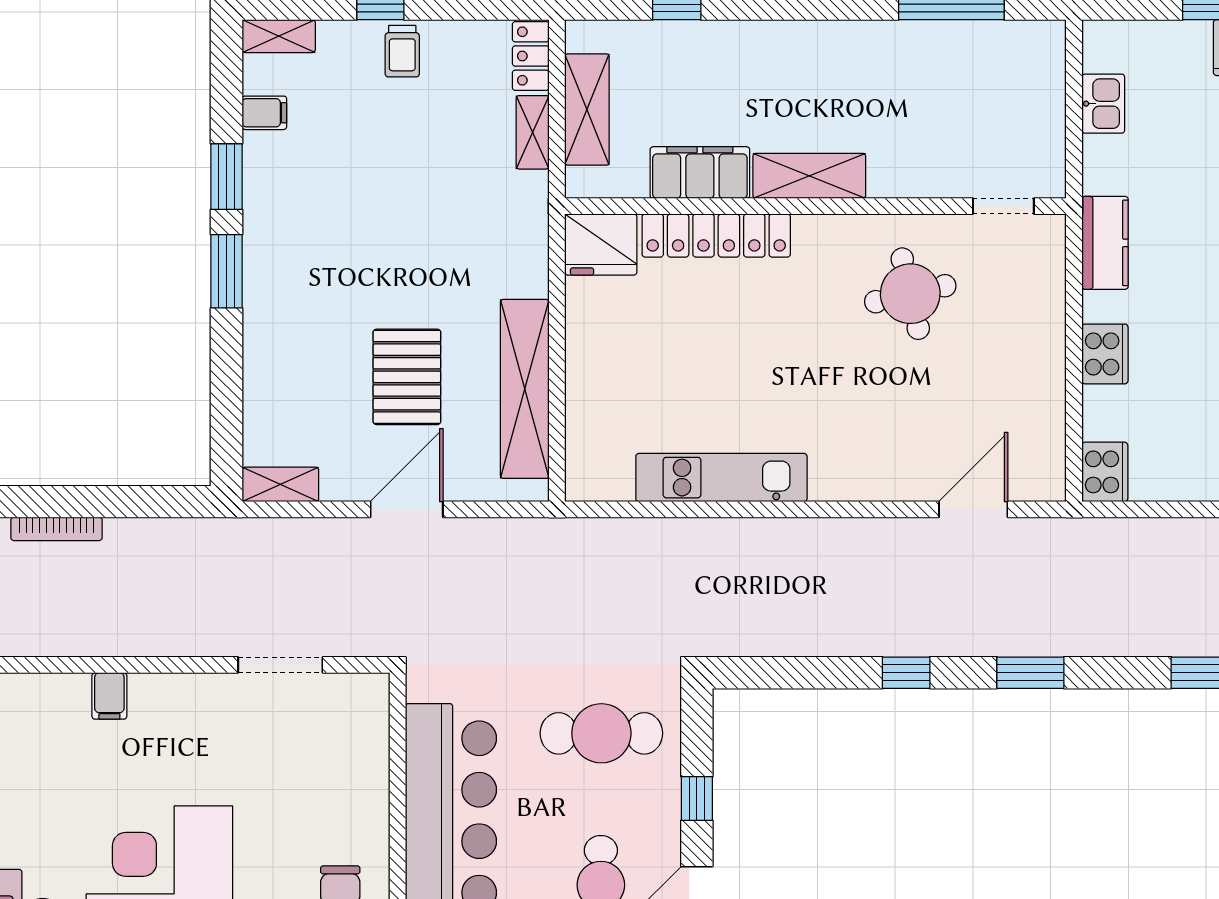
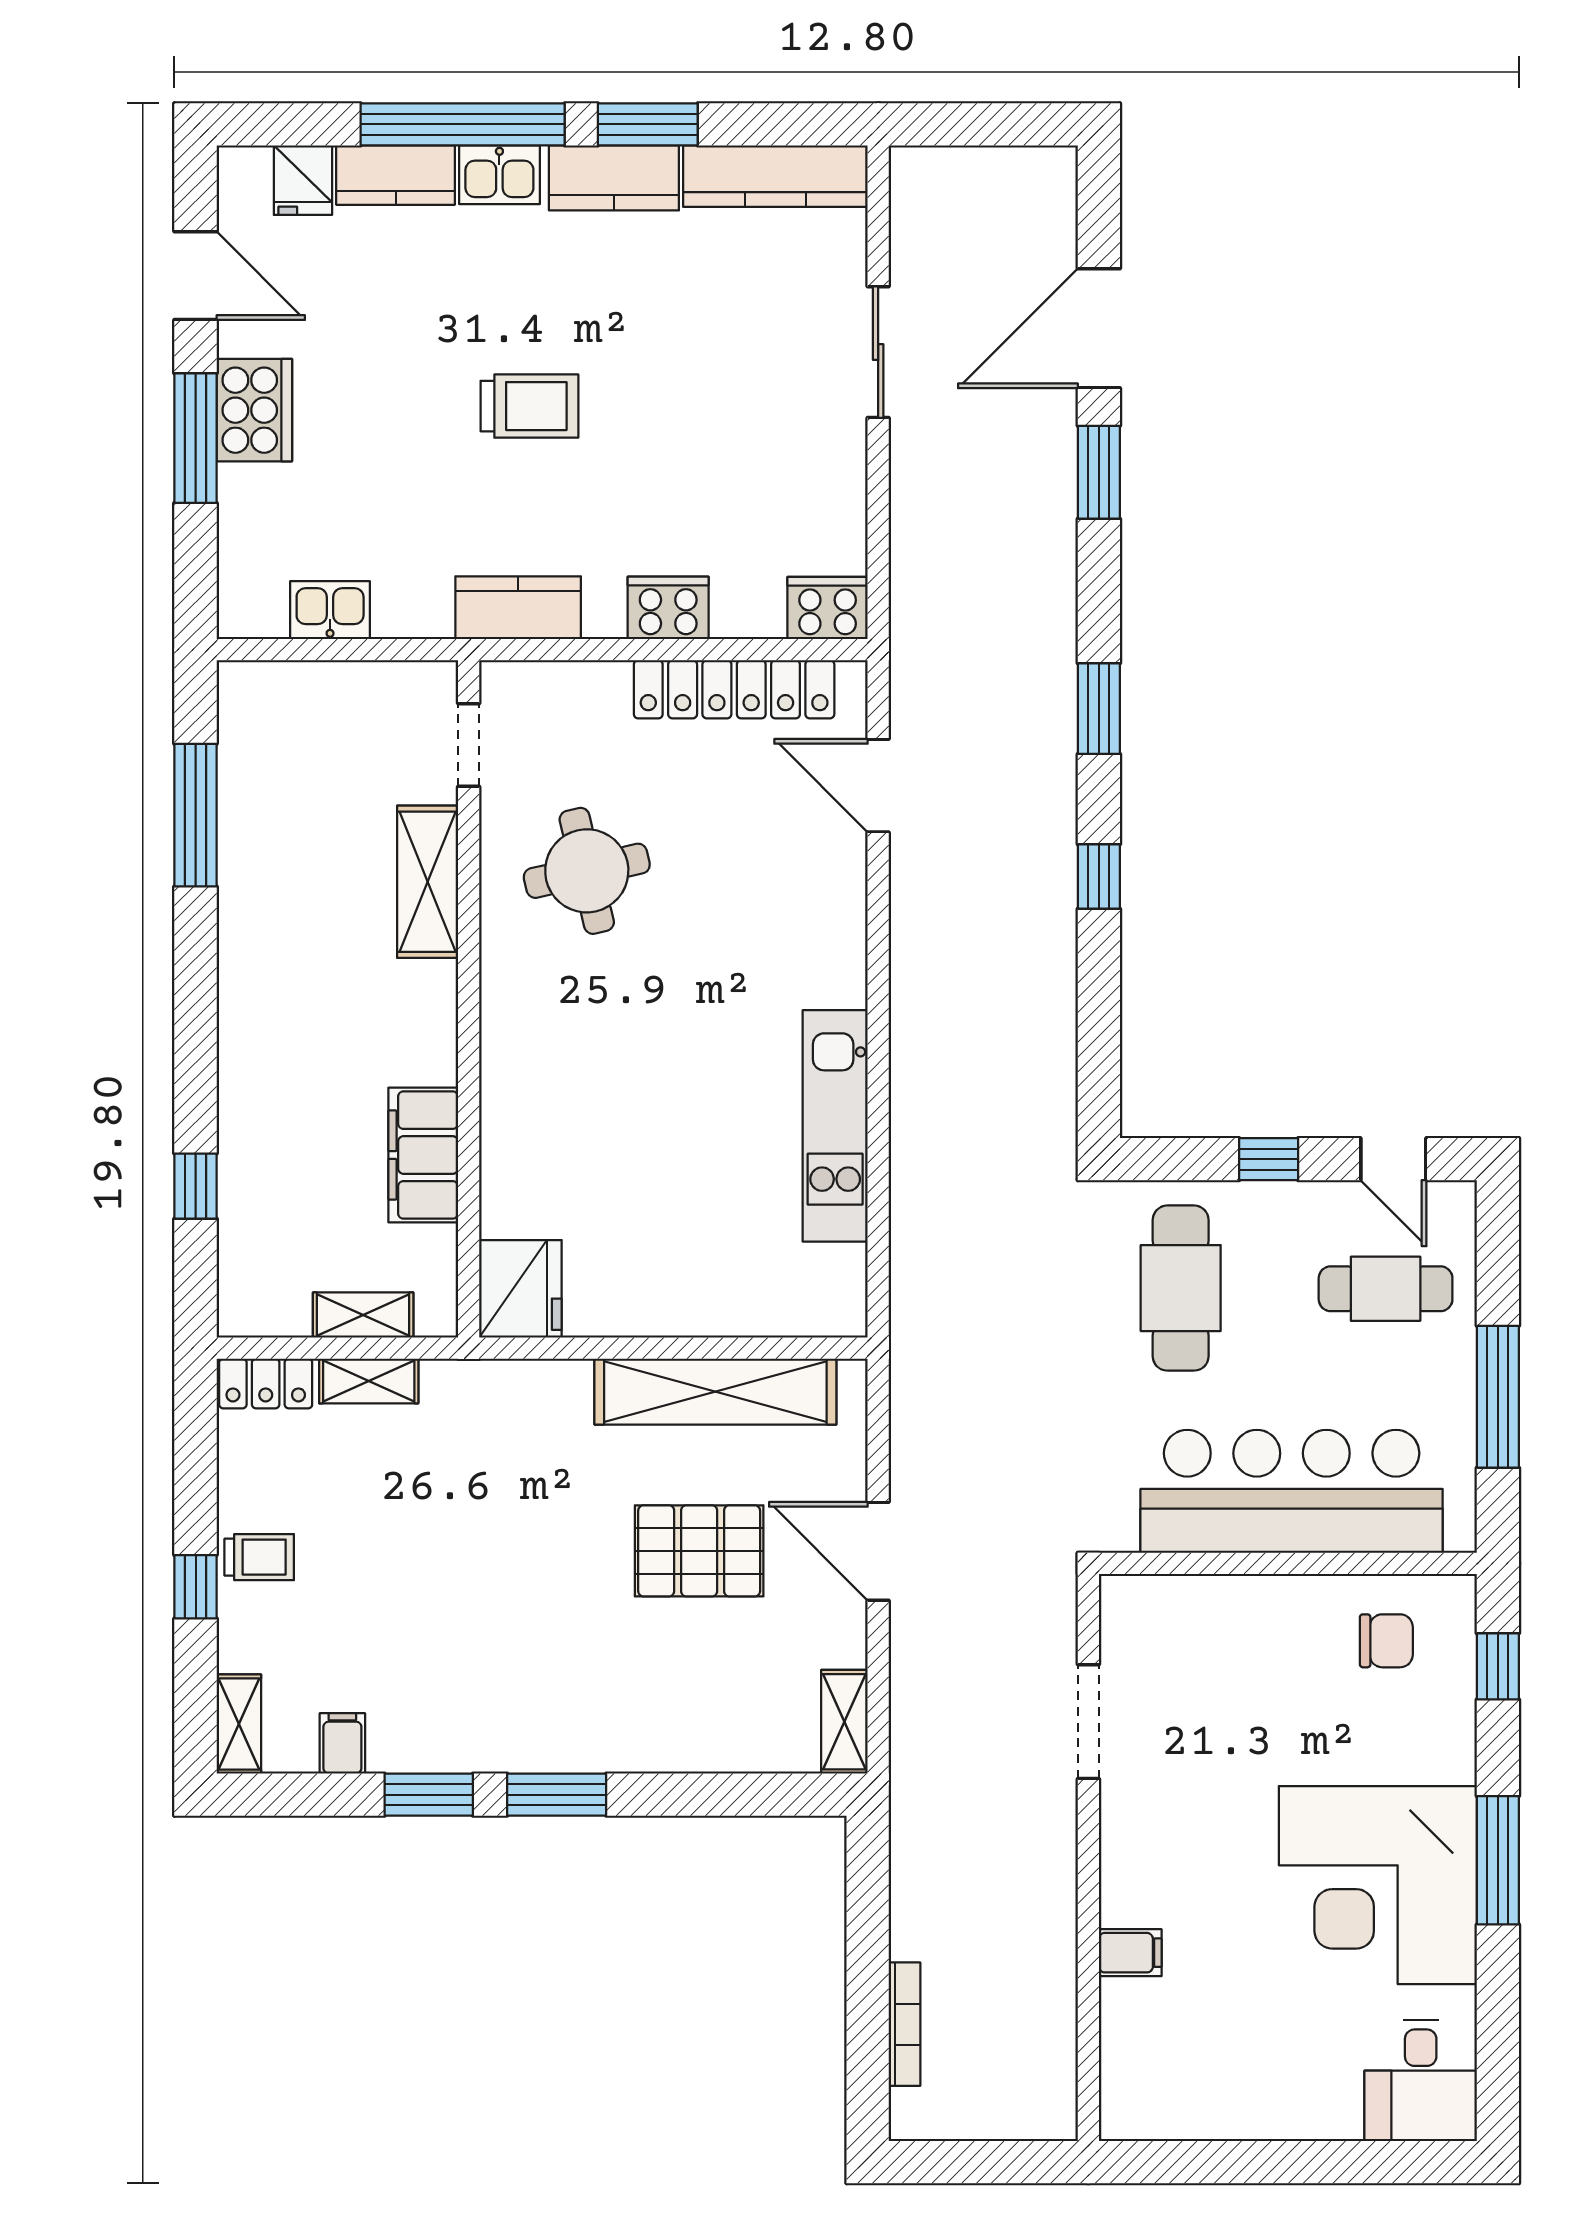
shelving: (587, 110) -> (363, 1315), width x0.67, depth x0.75
shelving: (809, 176) -> (428, 882), moved
locker: (716, 236) -> (734, 689), moved, turned 90

